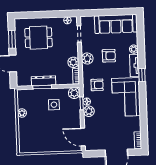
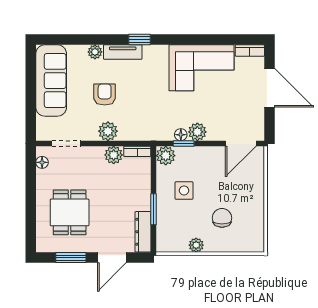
dresser: (43, 81) -> (143, 232), moved
armchair: (97, 85) -> (153, 116), removed
corner sofa: (126, 97) -> (202, 68), moved
chair: (39, 128) -> (222, 218), added

